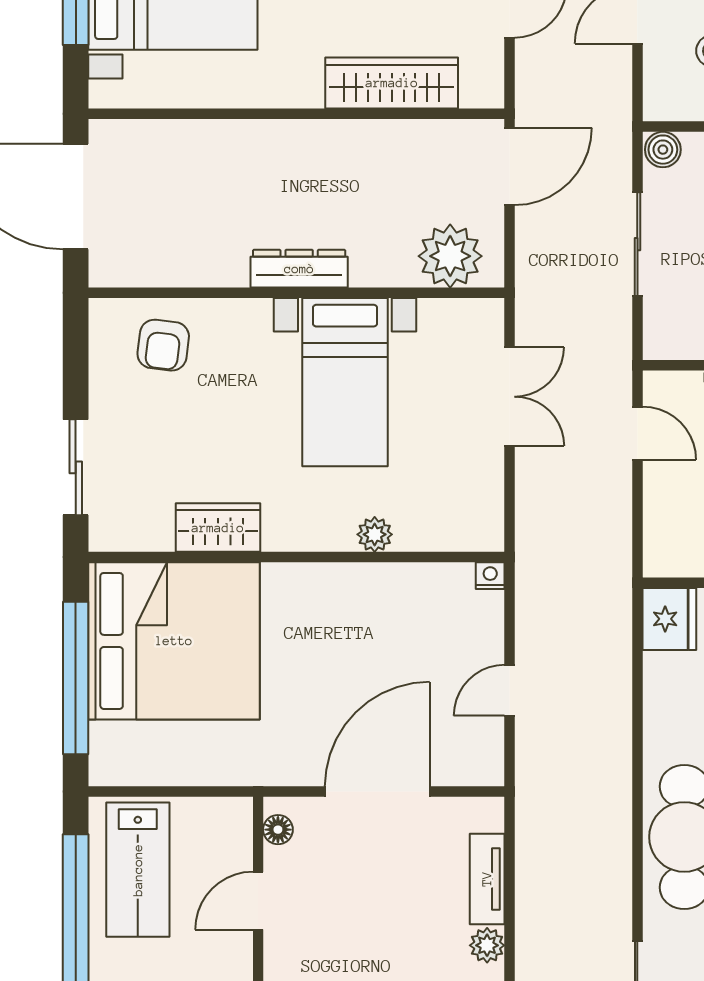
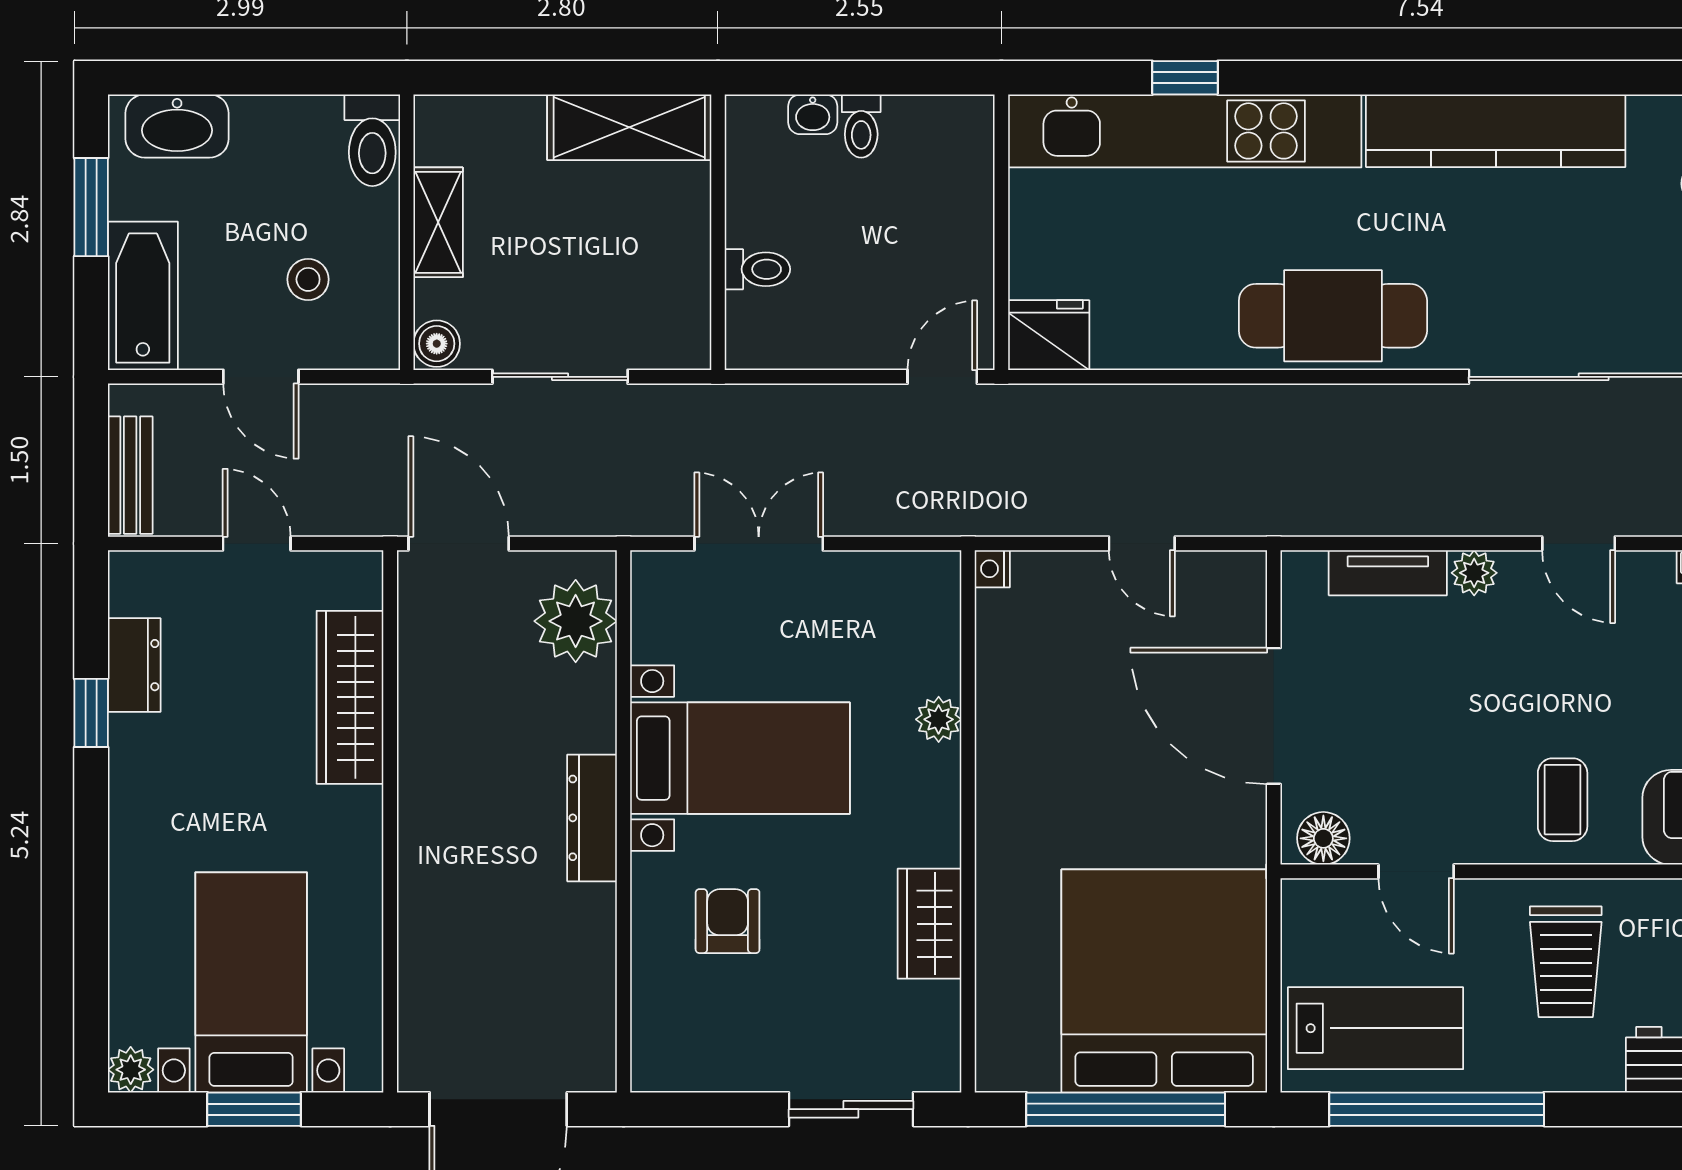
armchair: (163, 345) -> (728, 921), moved, turned -97
door: (637, 433) -> (942, 377), moved
bed: (174, 641) -> (1164, 981), moved
floor lamp: (278, 830) -> (1323, 838), width x1.37, depth x1.37

